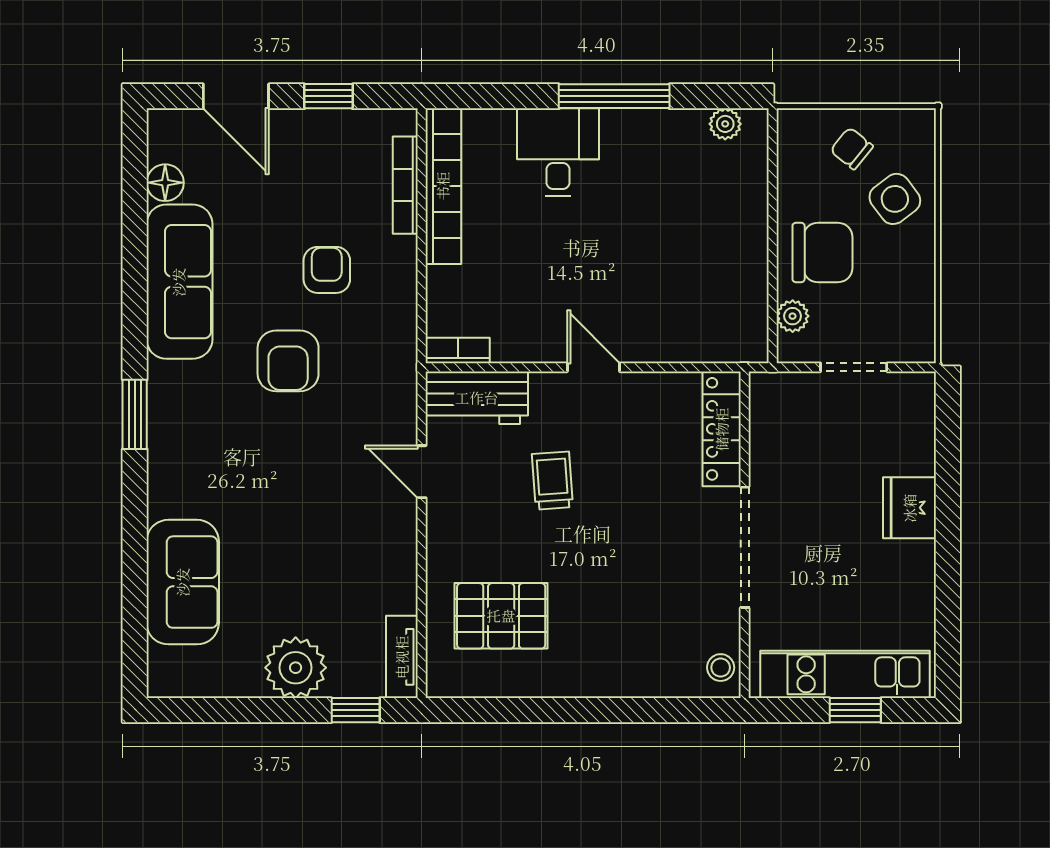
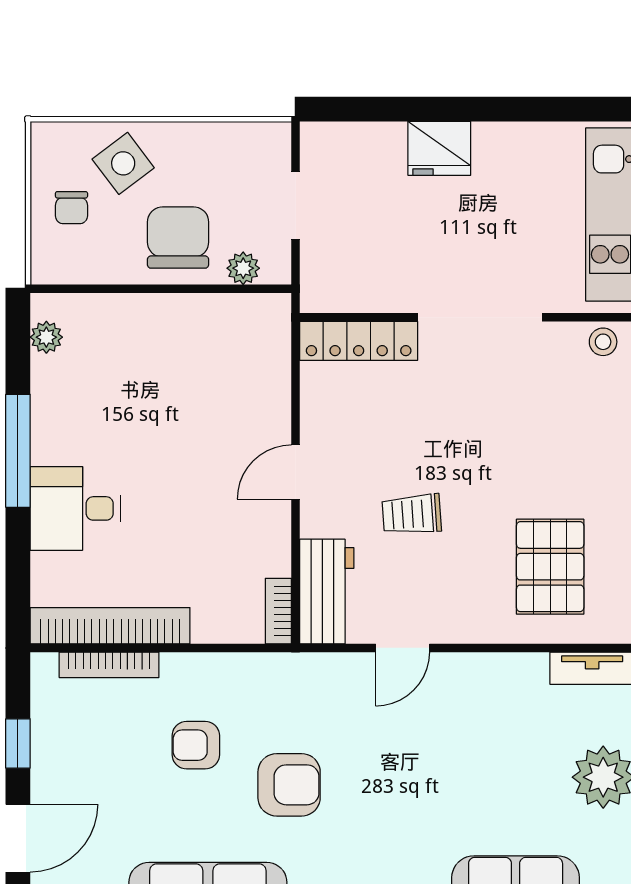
chair: (852, 148) -> (71, 208), turned -39

